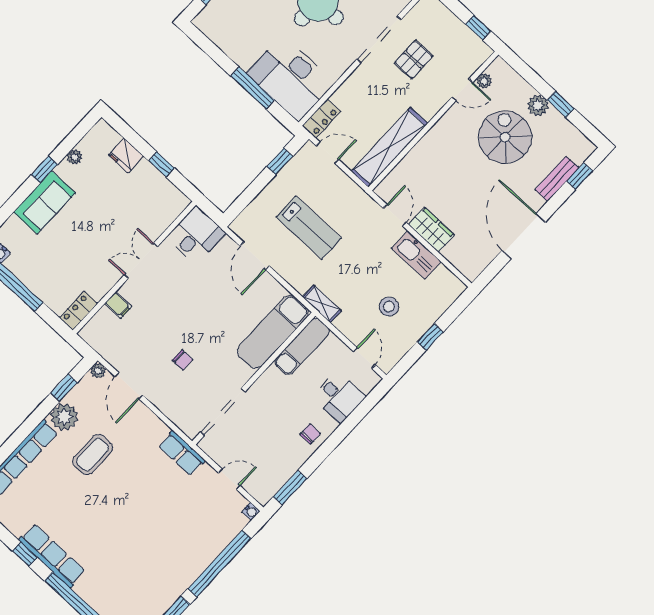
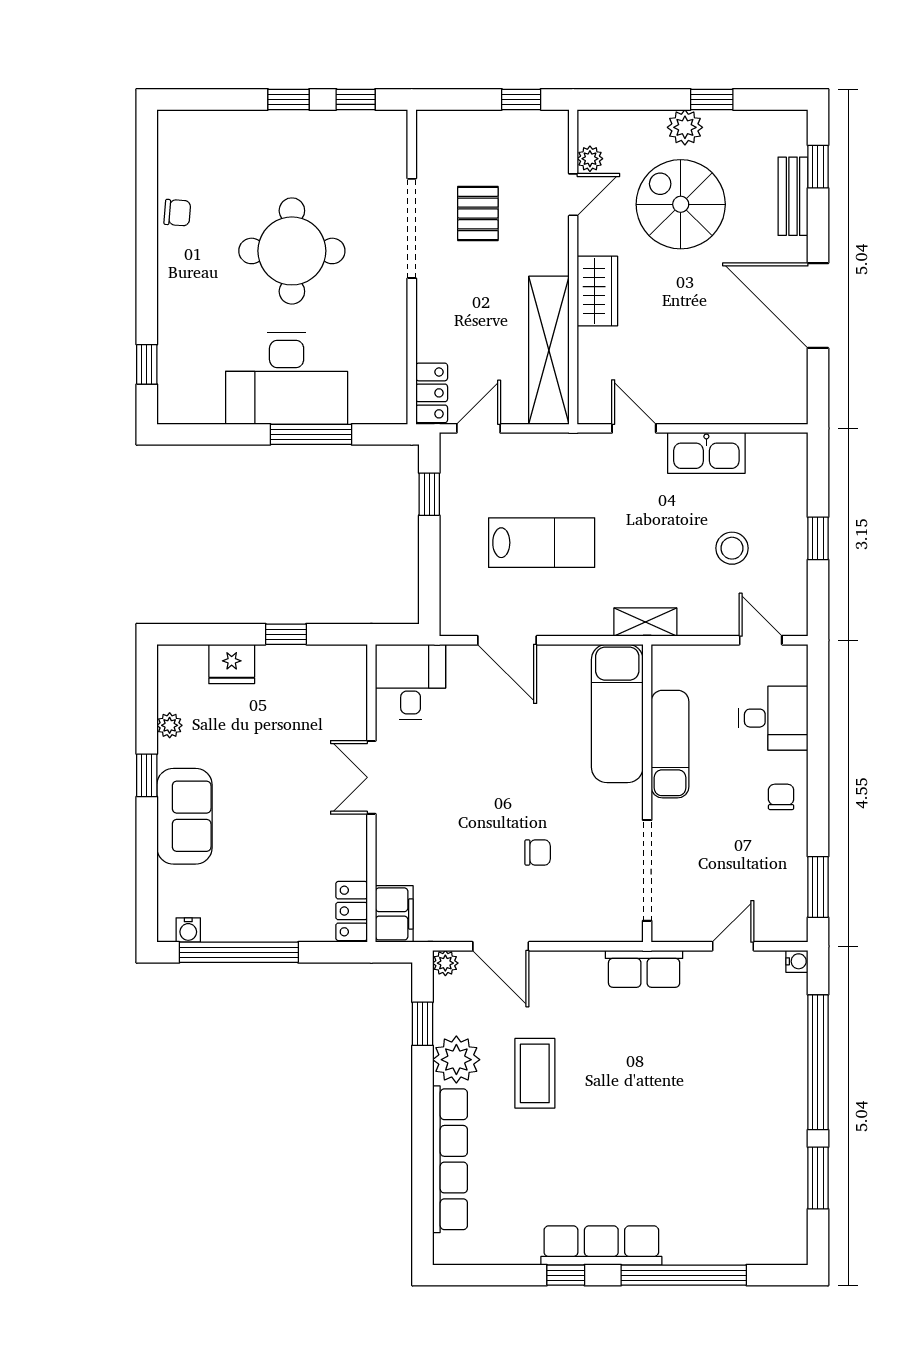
desk: (290, 78) -> (287, 379), moved
wardrobe: (431, 230) -> (597, 291), moved, turned 90
filing cabinet: (118, 305) -> (394, 914), moved, width x2.00
exam couch: (302, 346) -> (670, 744), moved

